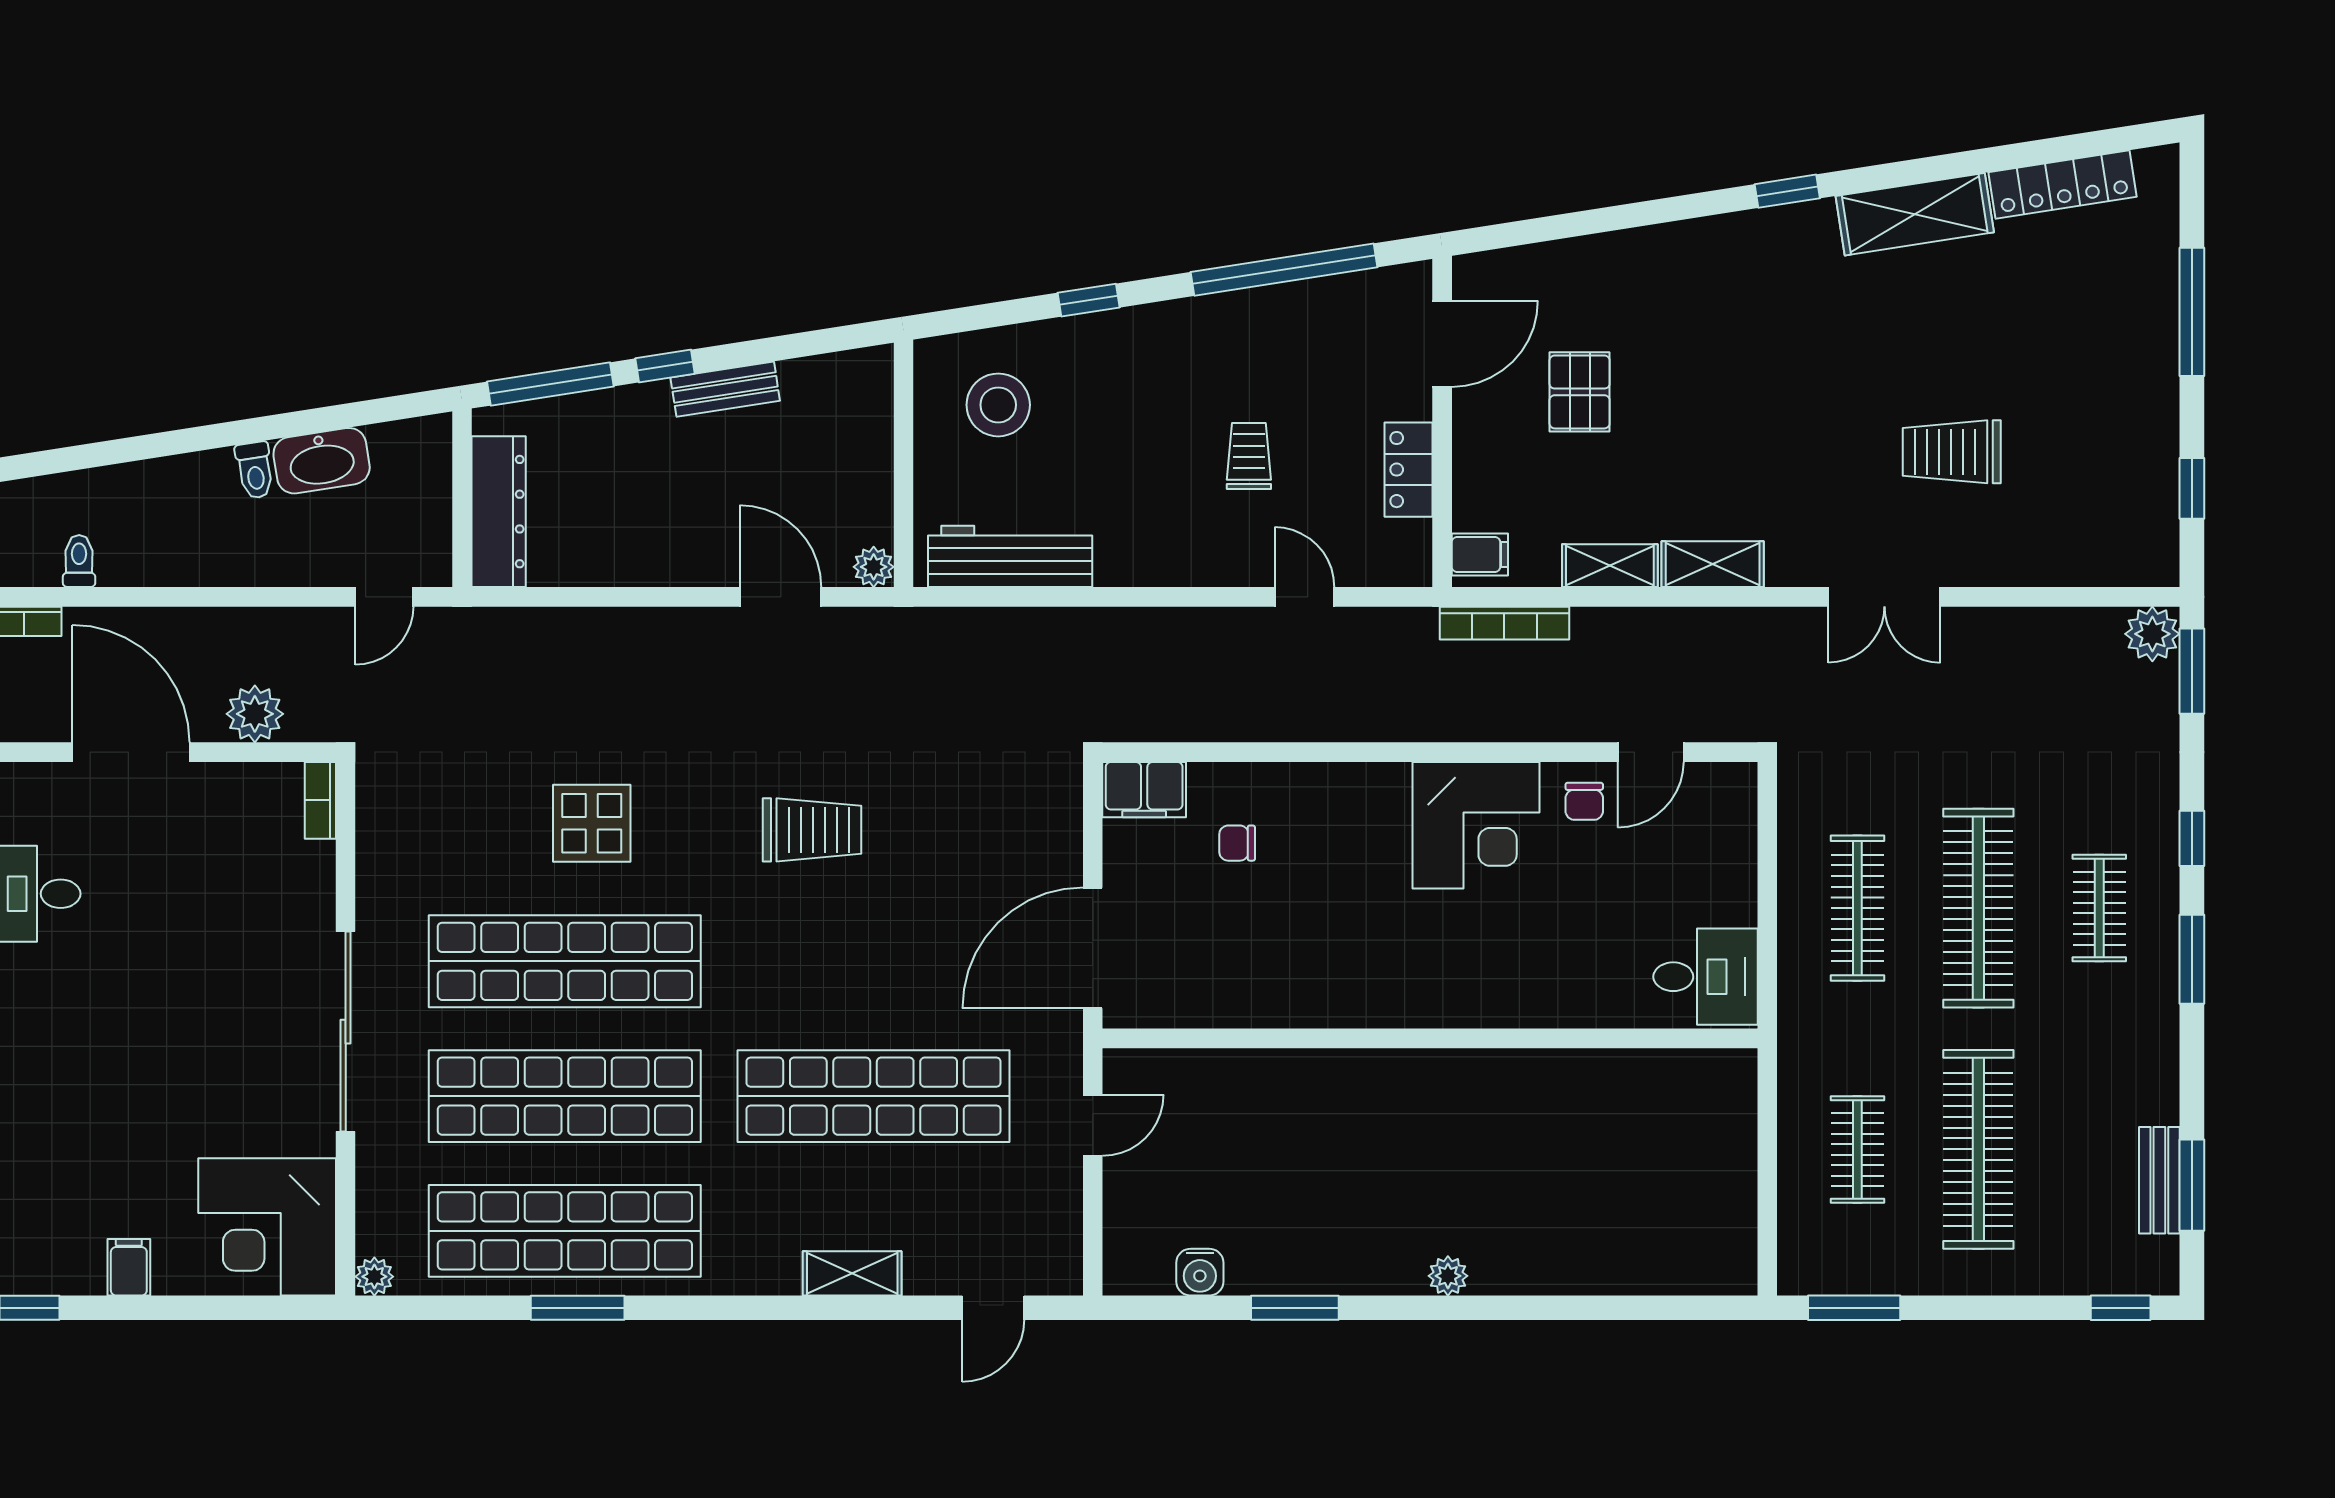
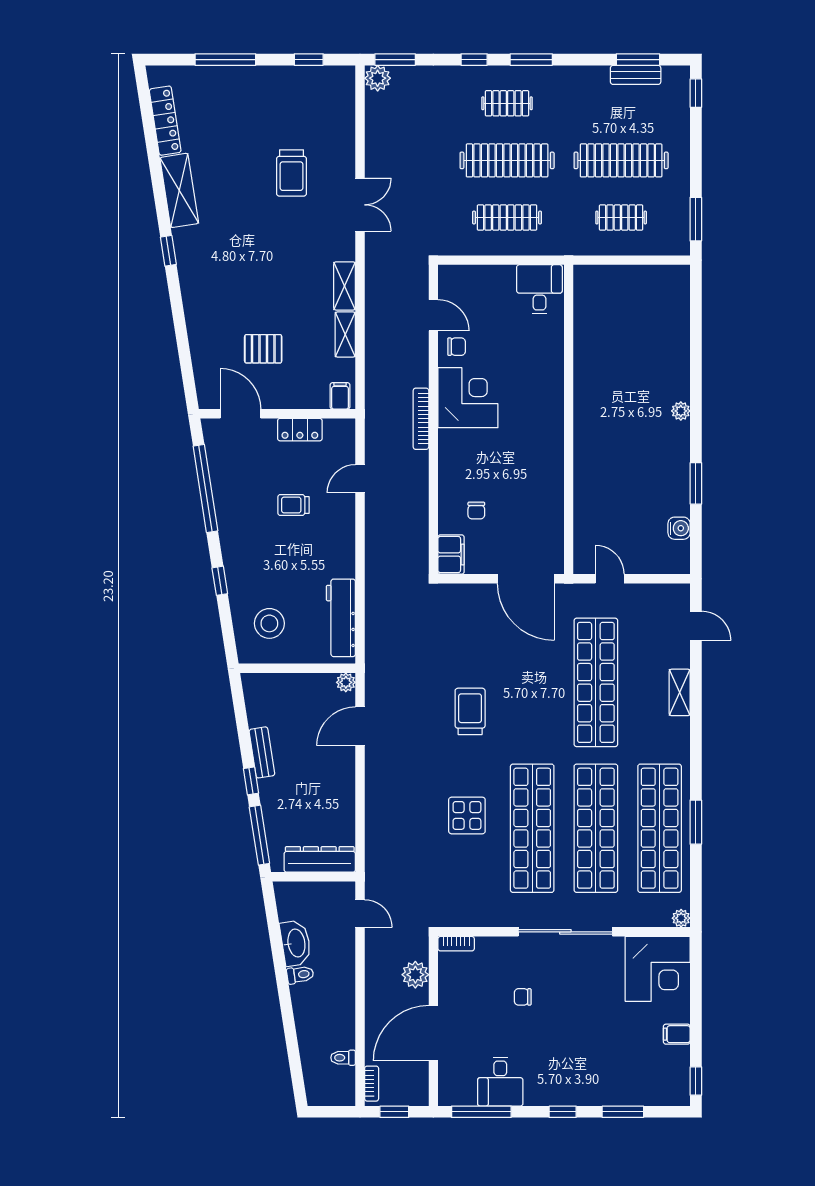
bookcase: (1504, 623) -> (421, 419), moved, turned 180
chair: (208, 941) -> (523, 997), added

